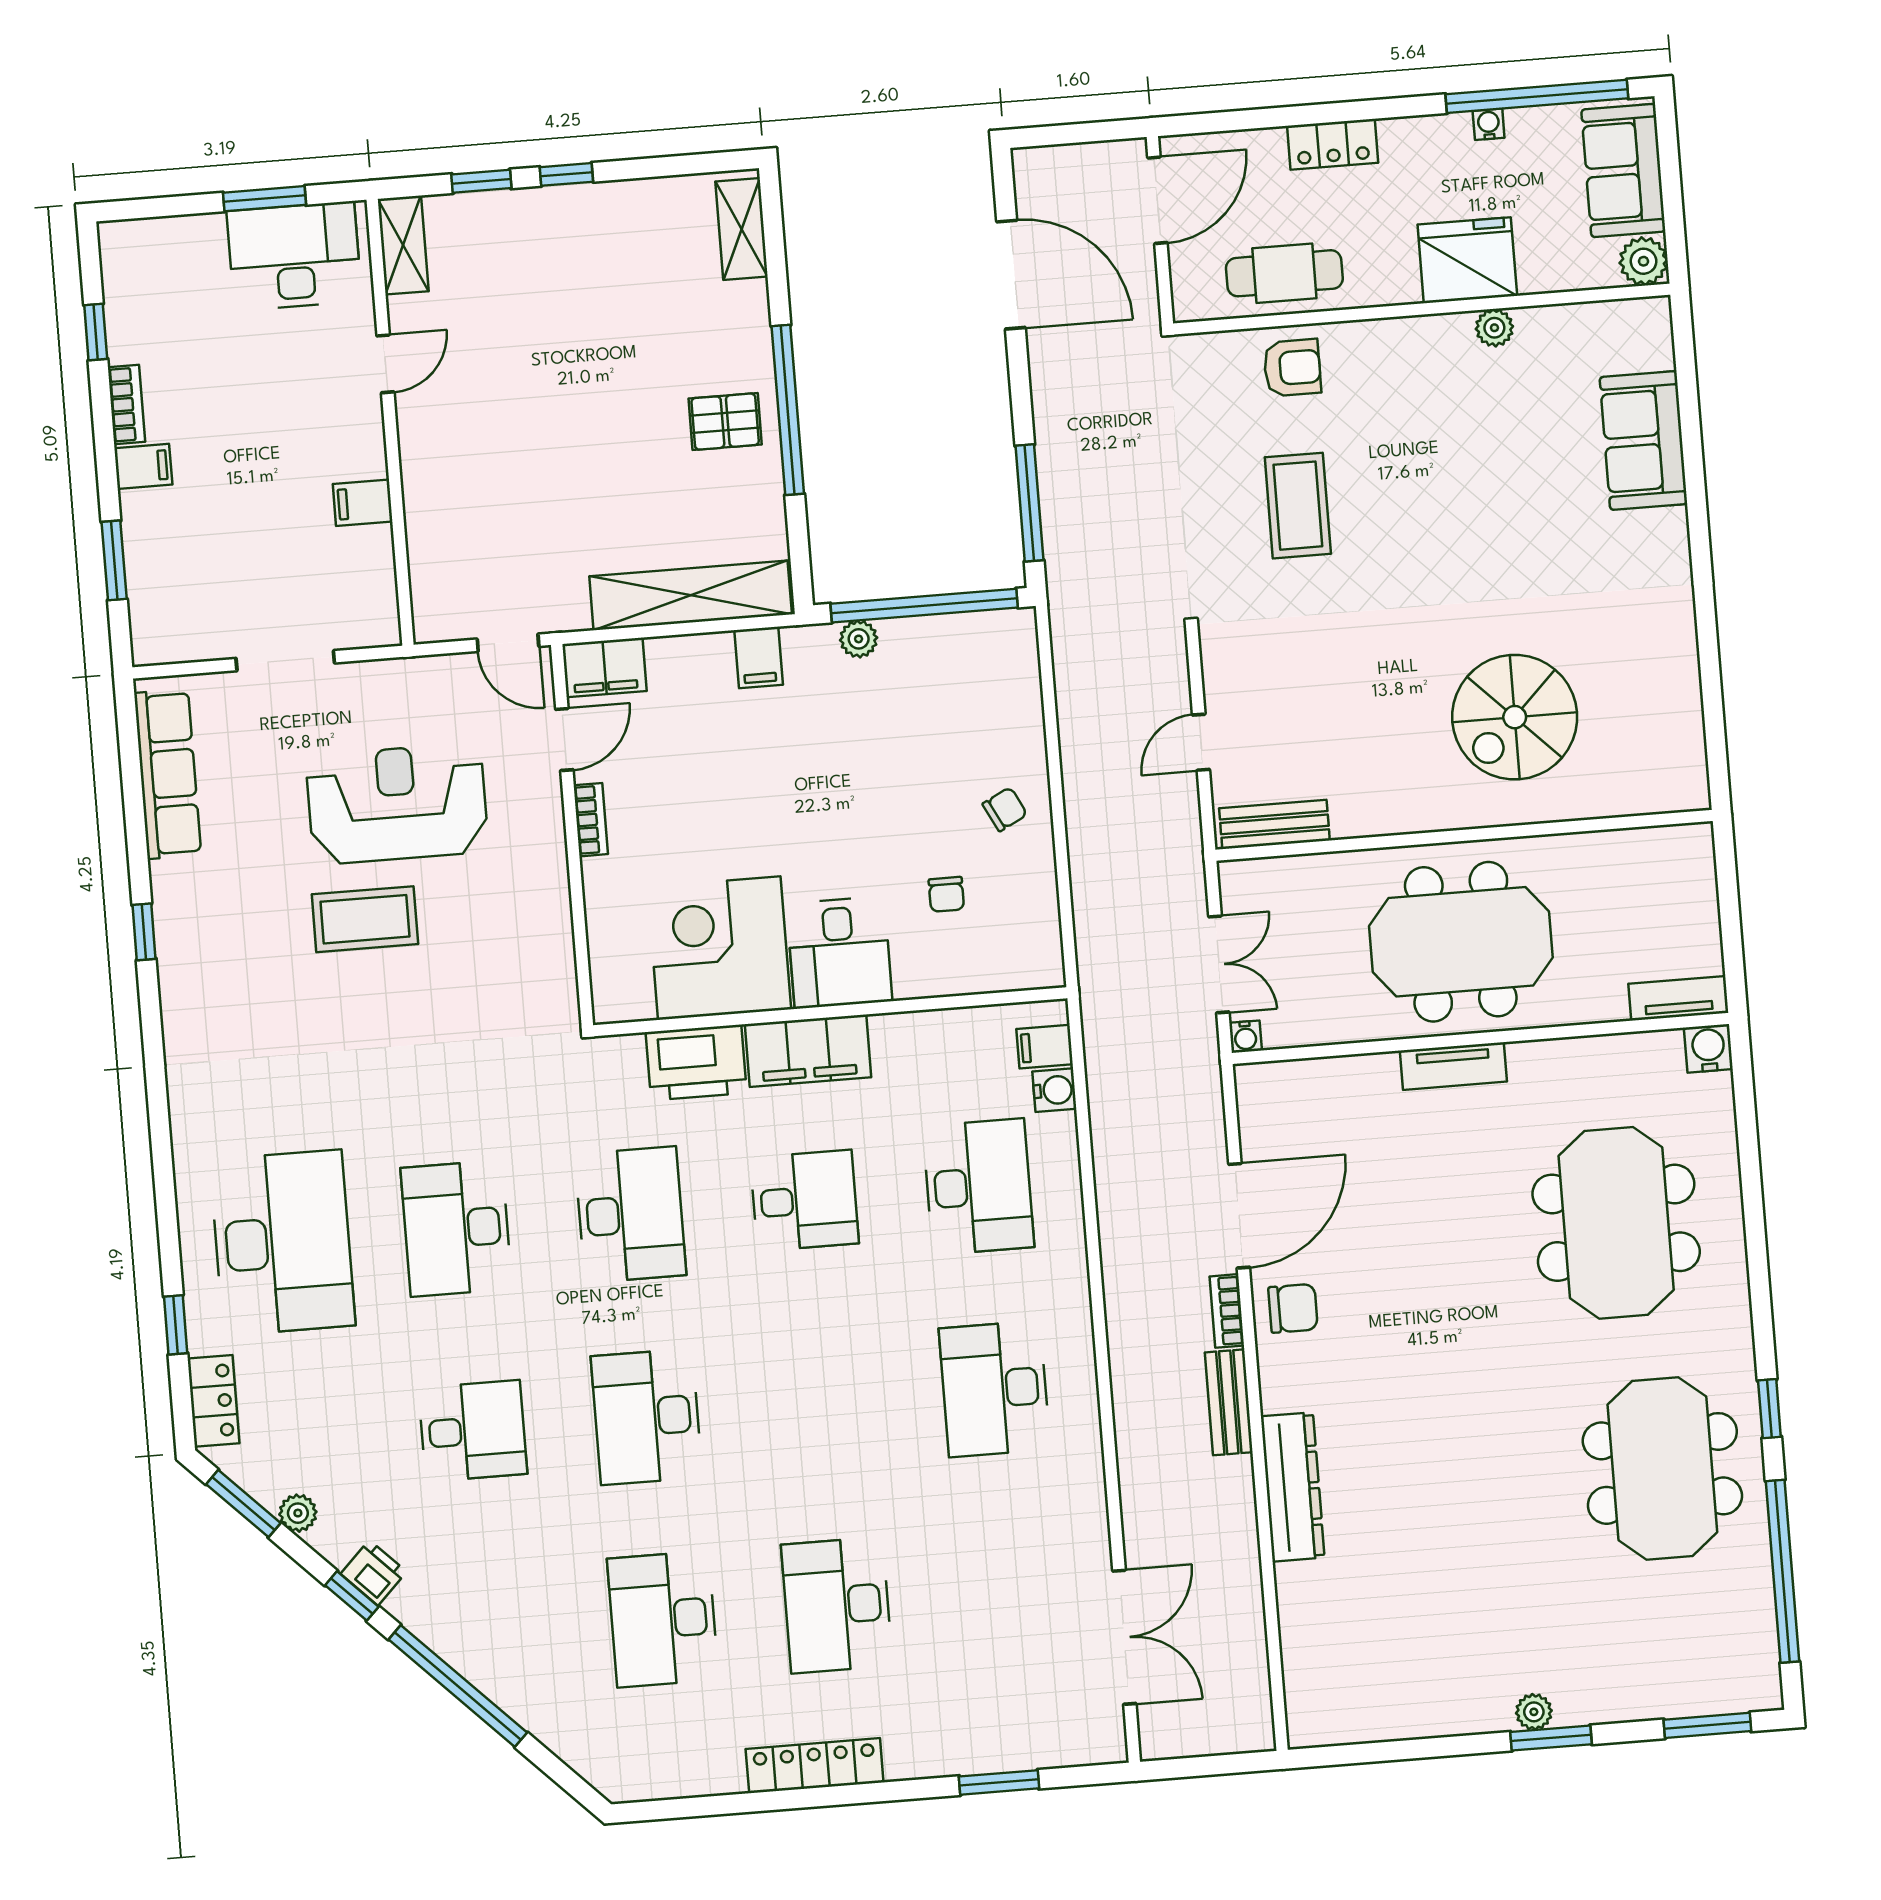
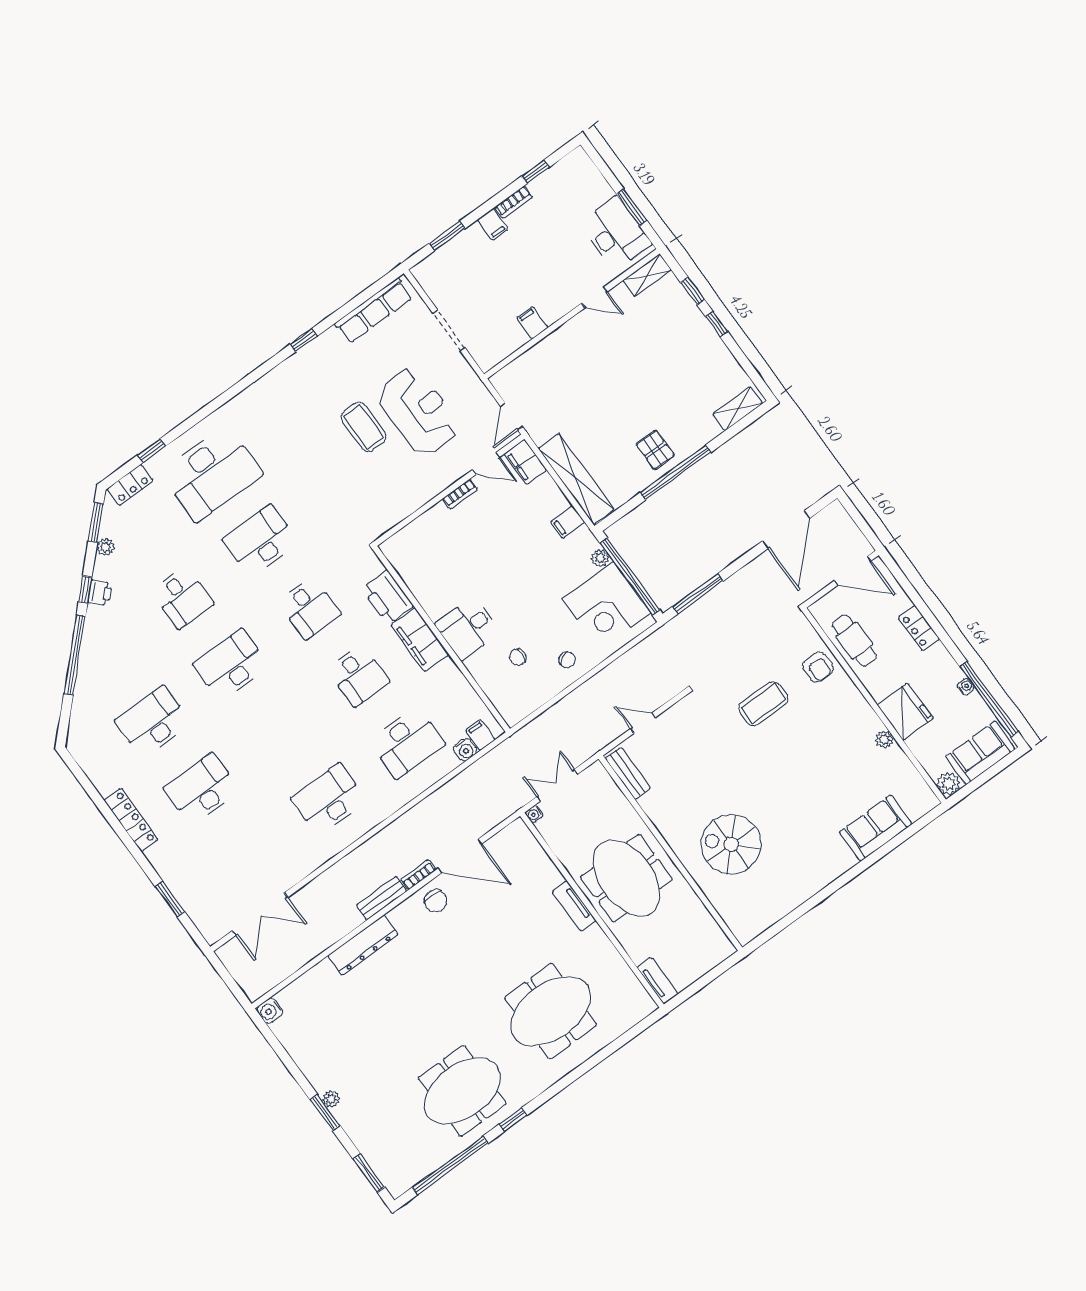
corner desk: (719, 948) -> (606, 606), moved, turned 180
double door: (1219, 964) -> (557, 785), swing flipped
water cooler: (1708, 1048) -> (270, 1011), moved, turned 180
desk: (630, 1214) -> (309, 608), width x0.73

